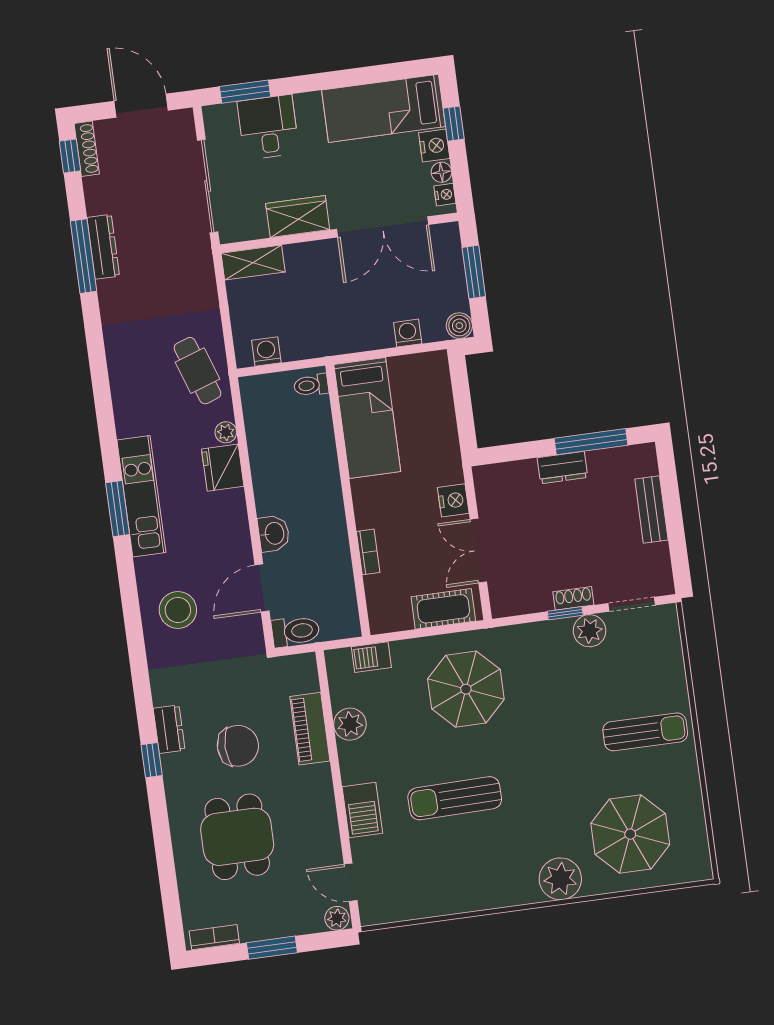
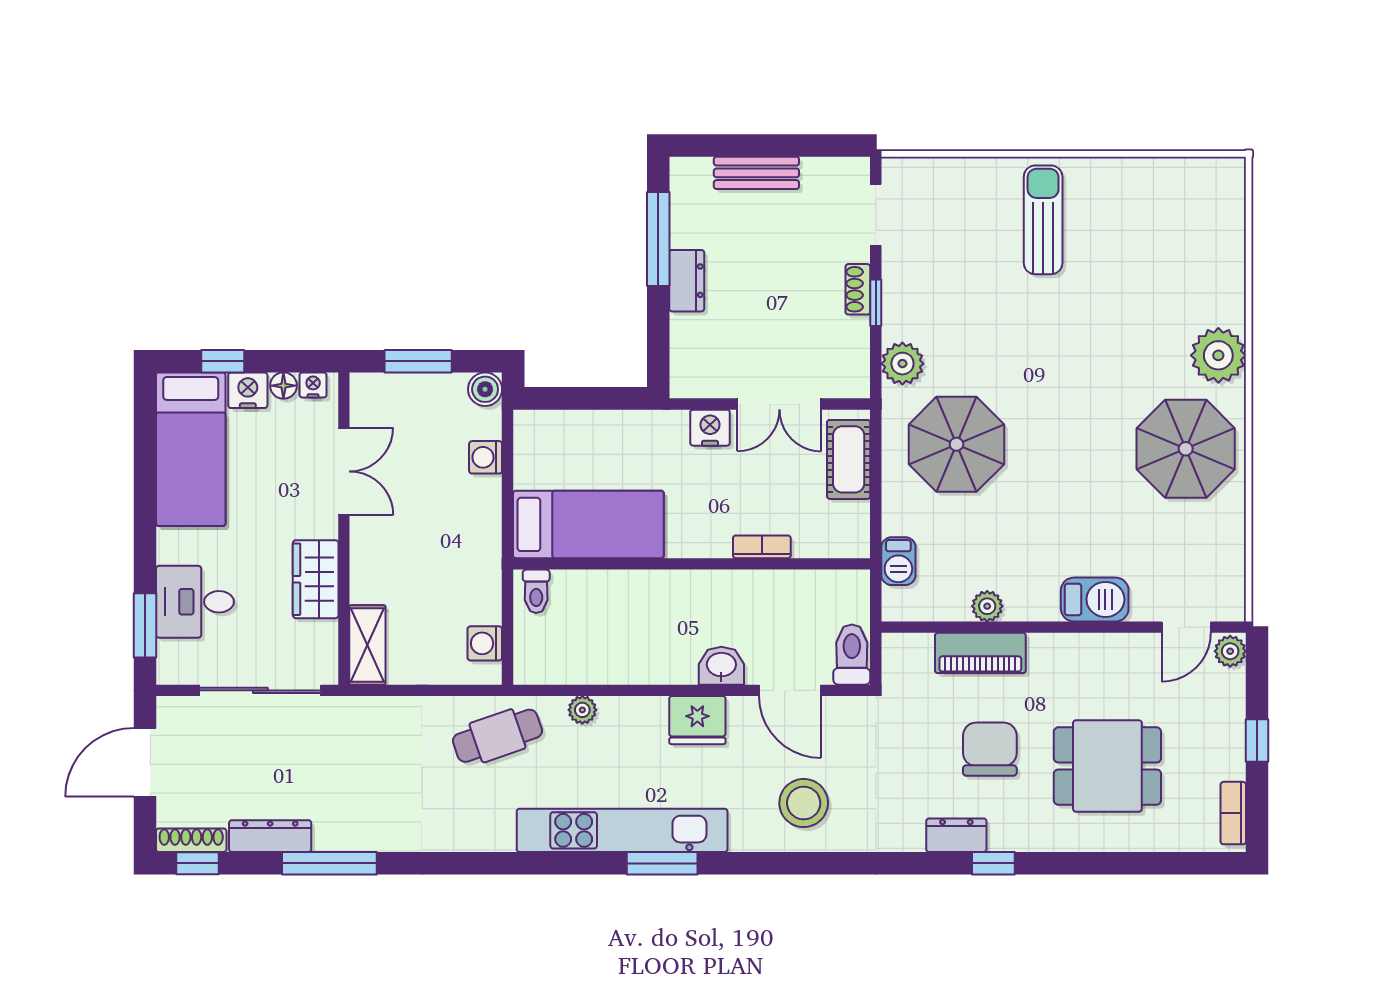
double door: (383, 227) -> (344, 471), width x0.73
dresser: (103, 247) -> (270, 836), moved
fridge: (223, 468) -> (697, 720), moved
kitchen unit: (141, 496) -> (622, 830), width x1.36
plant: (590, 631) -> (902, 364), moved
plant: (350, 724) -> (987, 606), width x0.73, depth x0.73
sun lounger: (455, 798) -> (1096, 478), removed
parasol: (630, 834) -> (1186, 449), moved
window: (272, 948) -> (1257, 740), width x0.67

